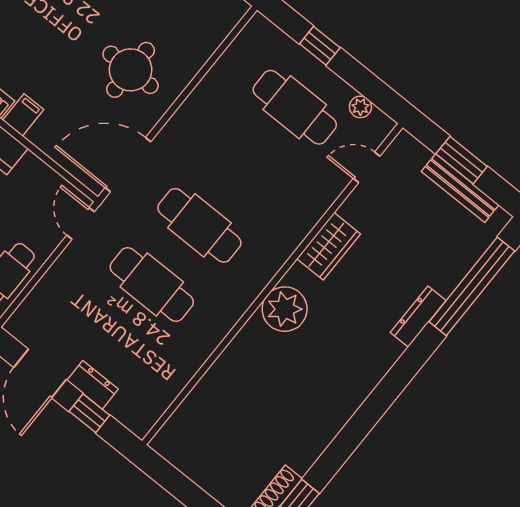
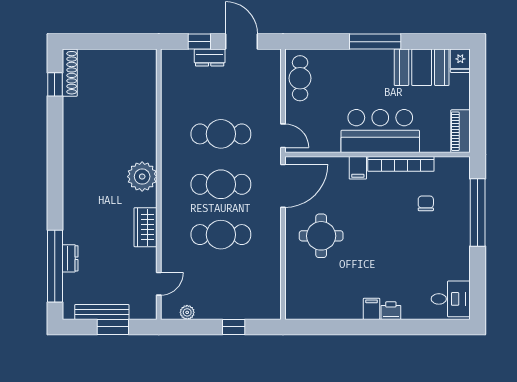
cafe table: (295, 107) -> (221, 235), moved
dresser: (418, 316) -> (70, 258), moved, width x0.70

